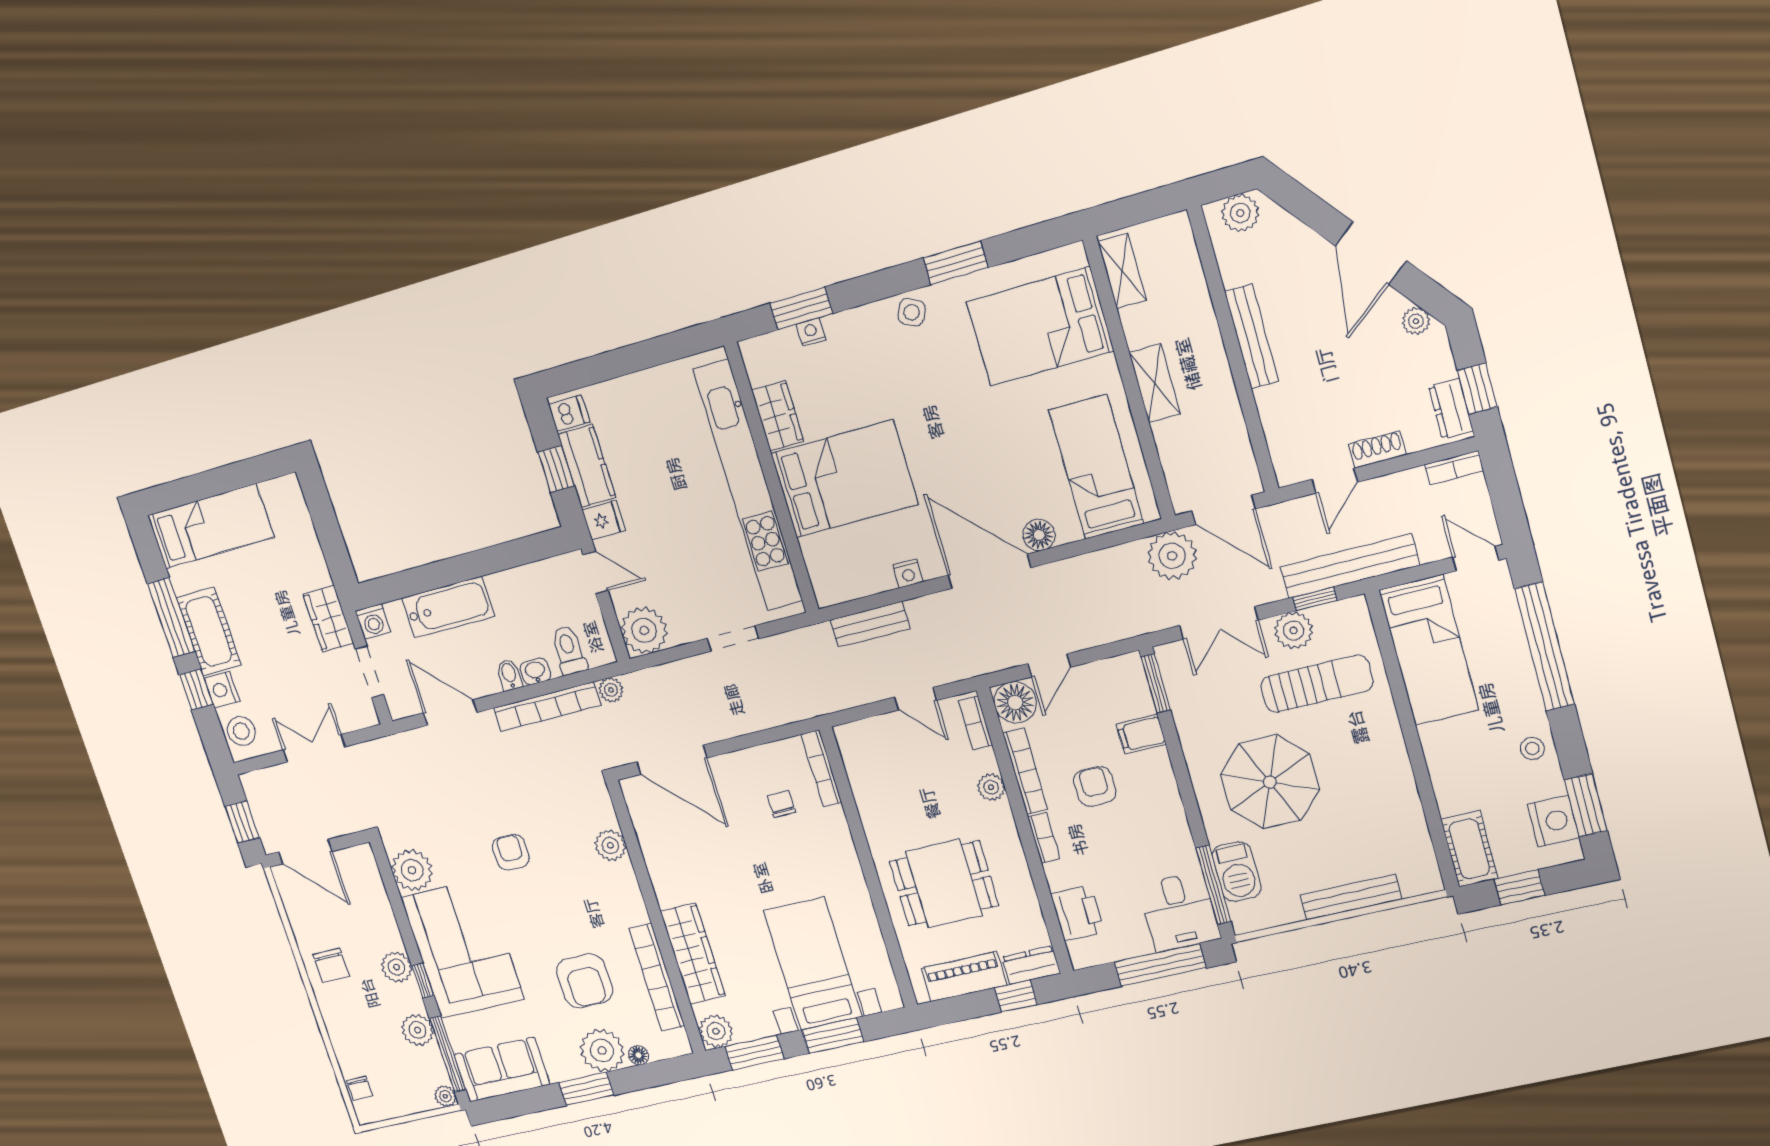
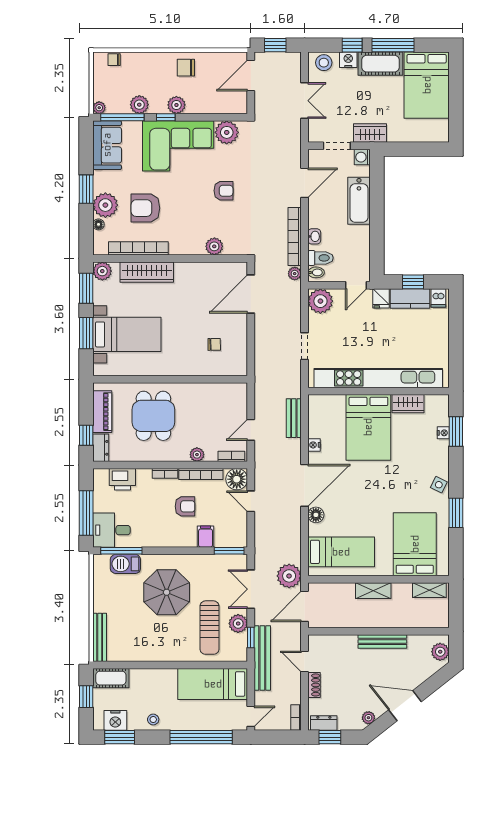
bed: (211, 526) -> (427, 85), width x1.50
bidet: (509, 675) -> (316, 272), moved
bookcase: (821, 768) -> (228, 371), removed
bench: (1351, 897) -> (100, 637), moved

